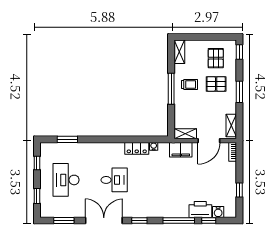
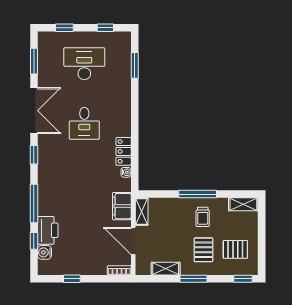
shelving: (231, 126) -> (166, 269), moved

